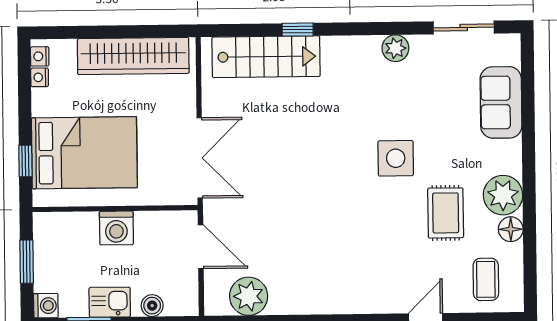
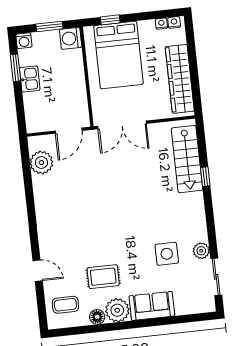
plant: (395, 48) -> (201, 251), moved
sofa: (501, 102) -> (152, 306), moved
side table: (396, 158) -> (167, 254), moved
washing machine: (116, 228) -> (71, 38), moved
boiler: (152, 306) -> (30, 105), removed

